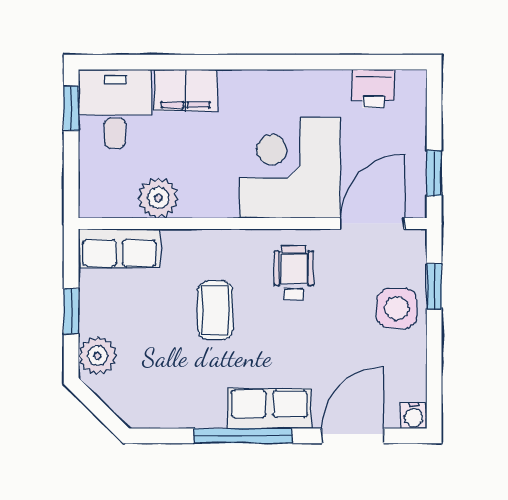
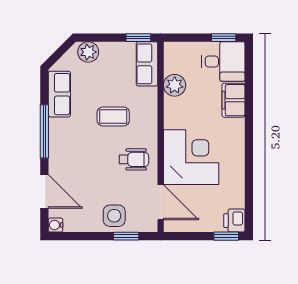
printer: (374, 89) -> (234, 221), moved
window: (434, 173) -> (226, 236), moved
window: (71, 311) -> (138, 38), moved
row of seats: (269, 408) -> (59, 94), moved

